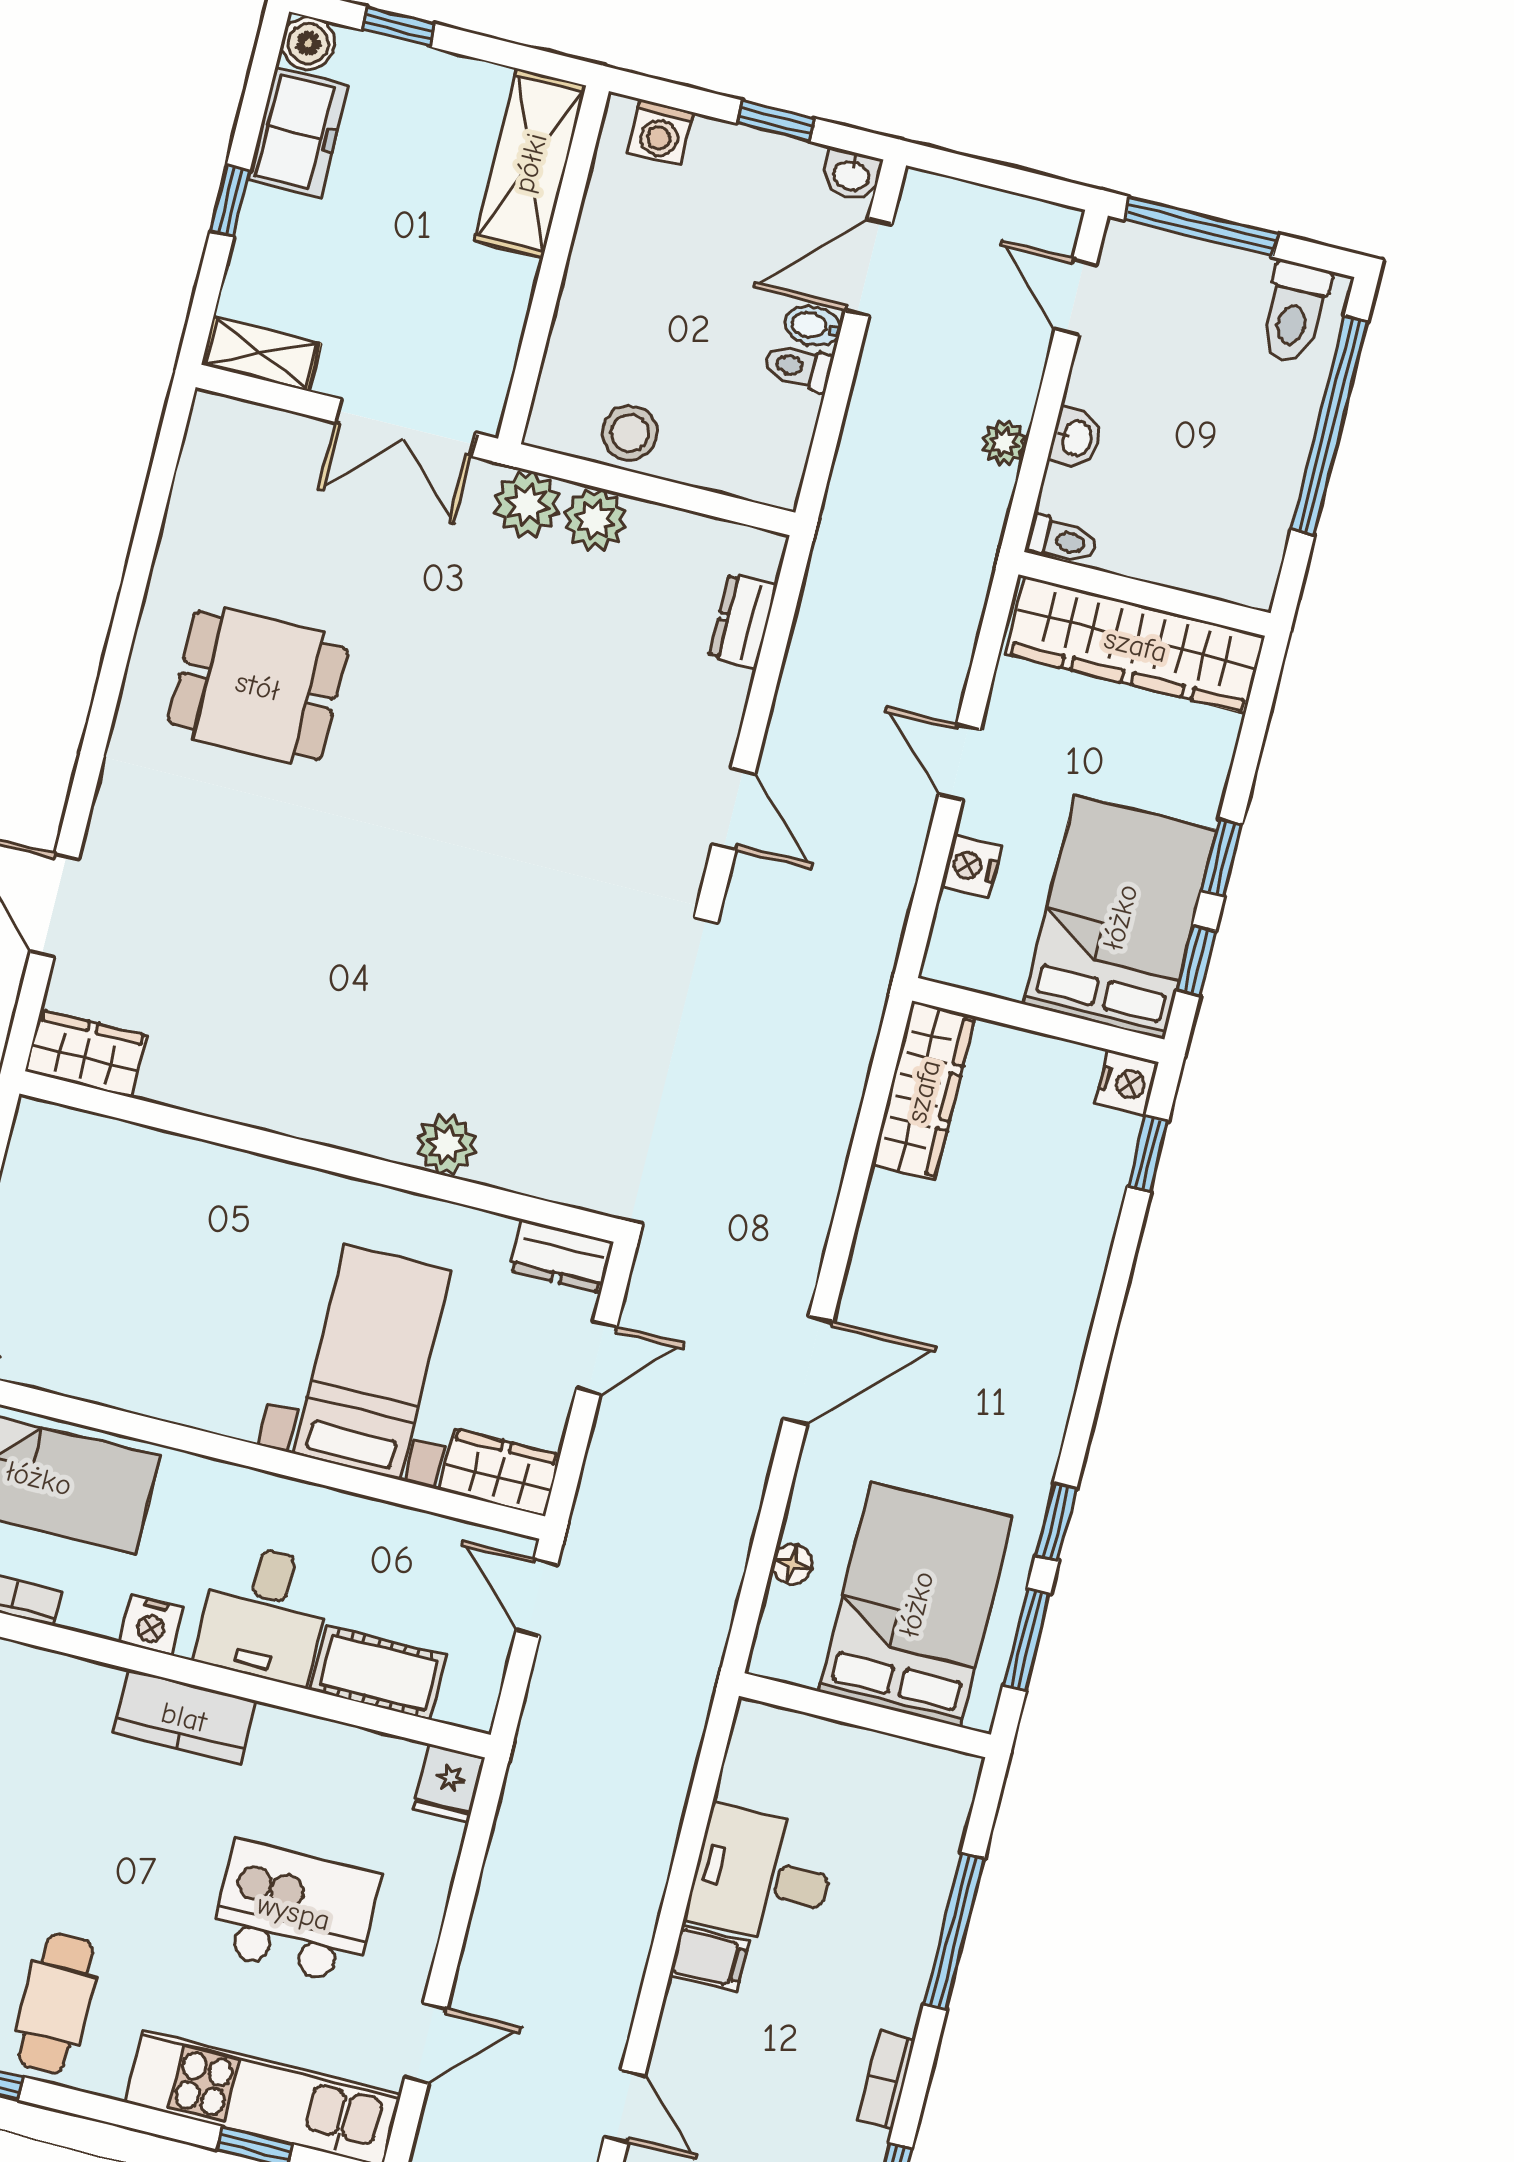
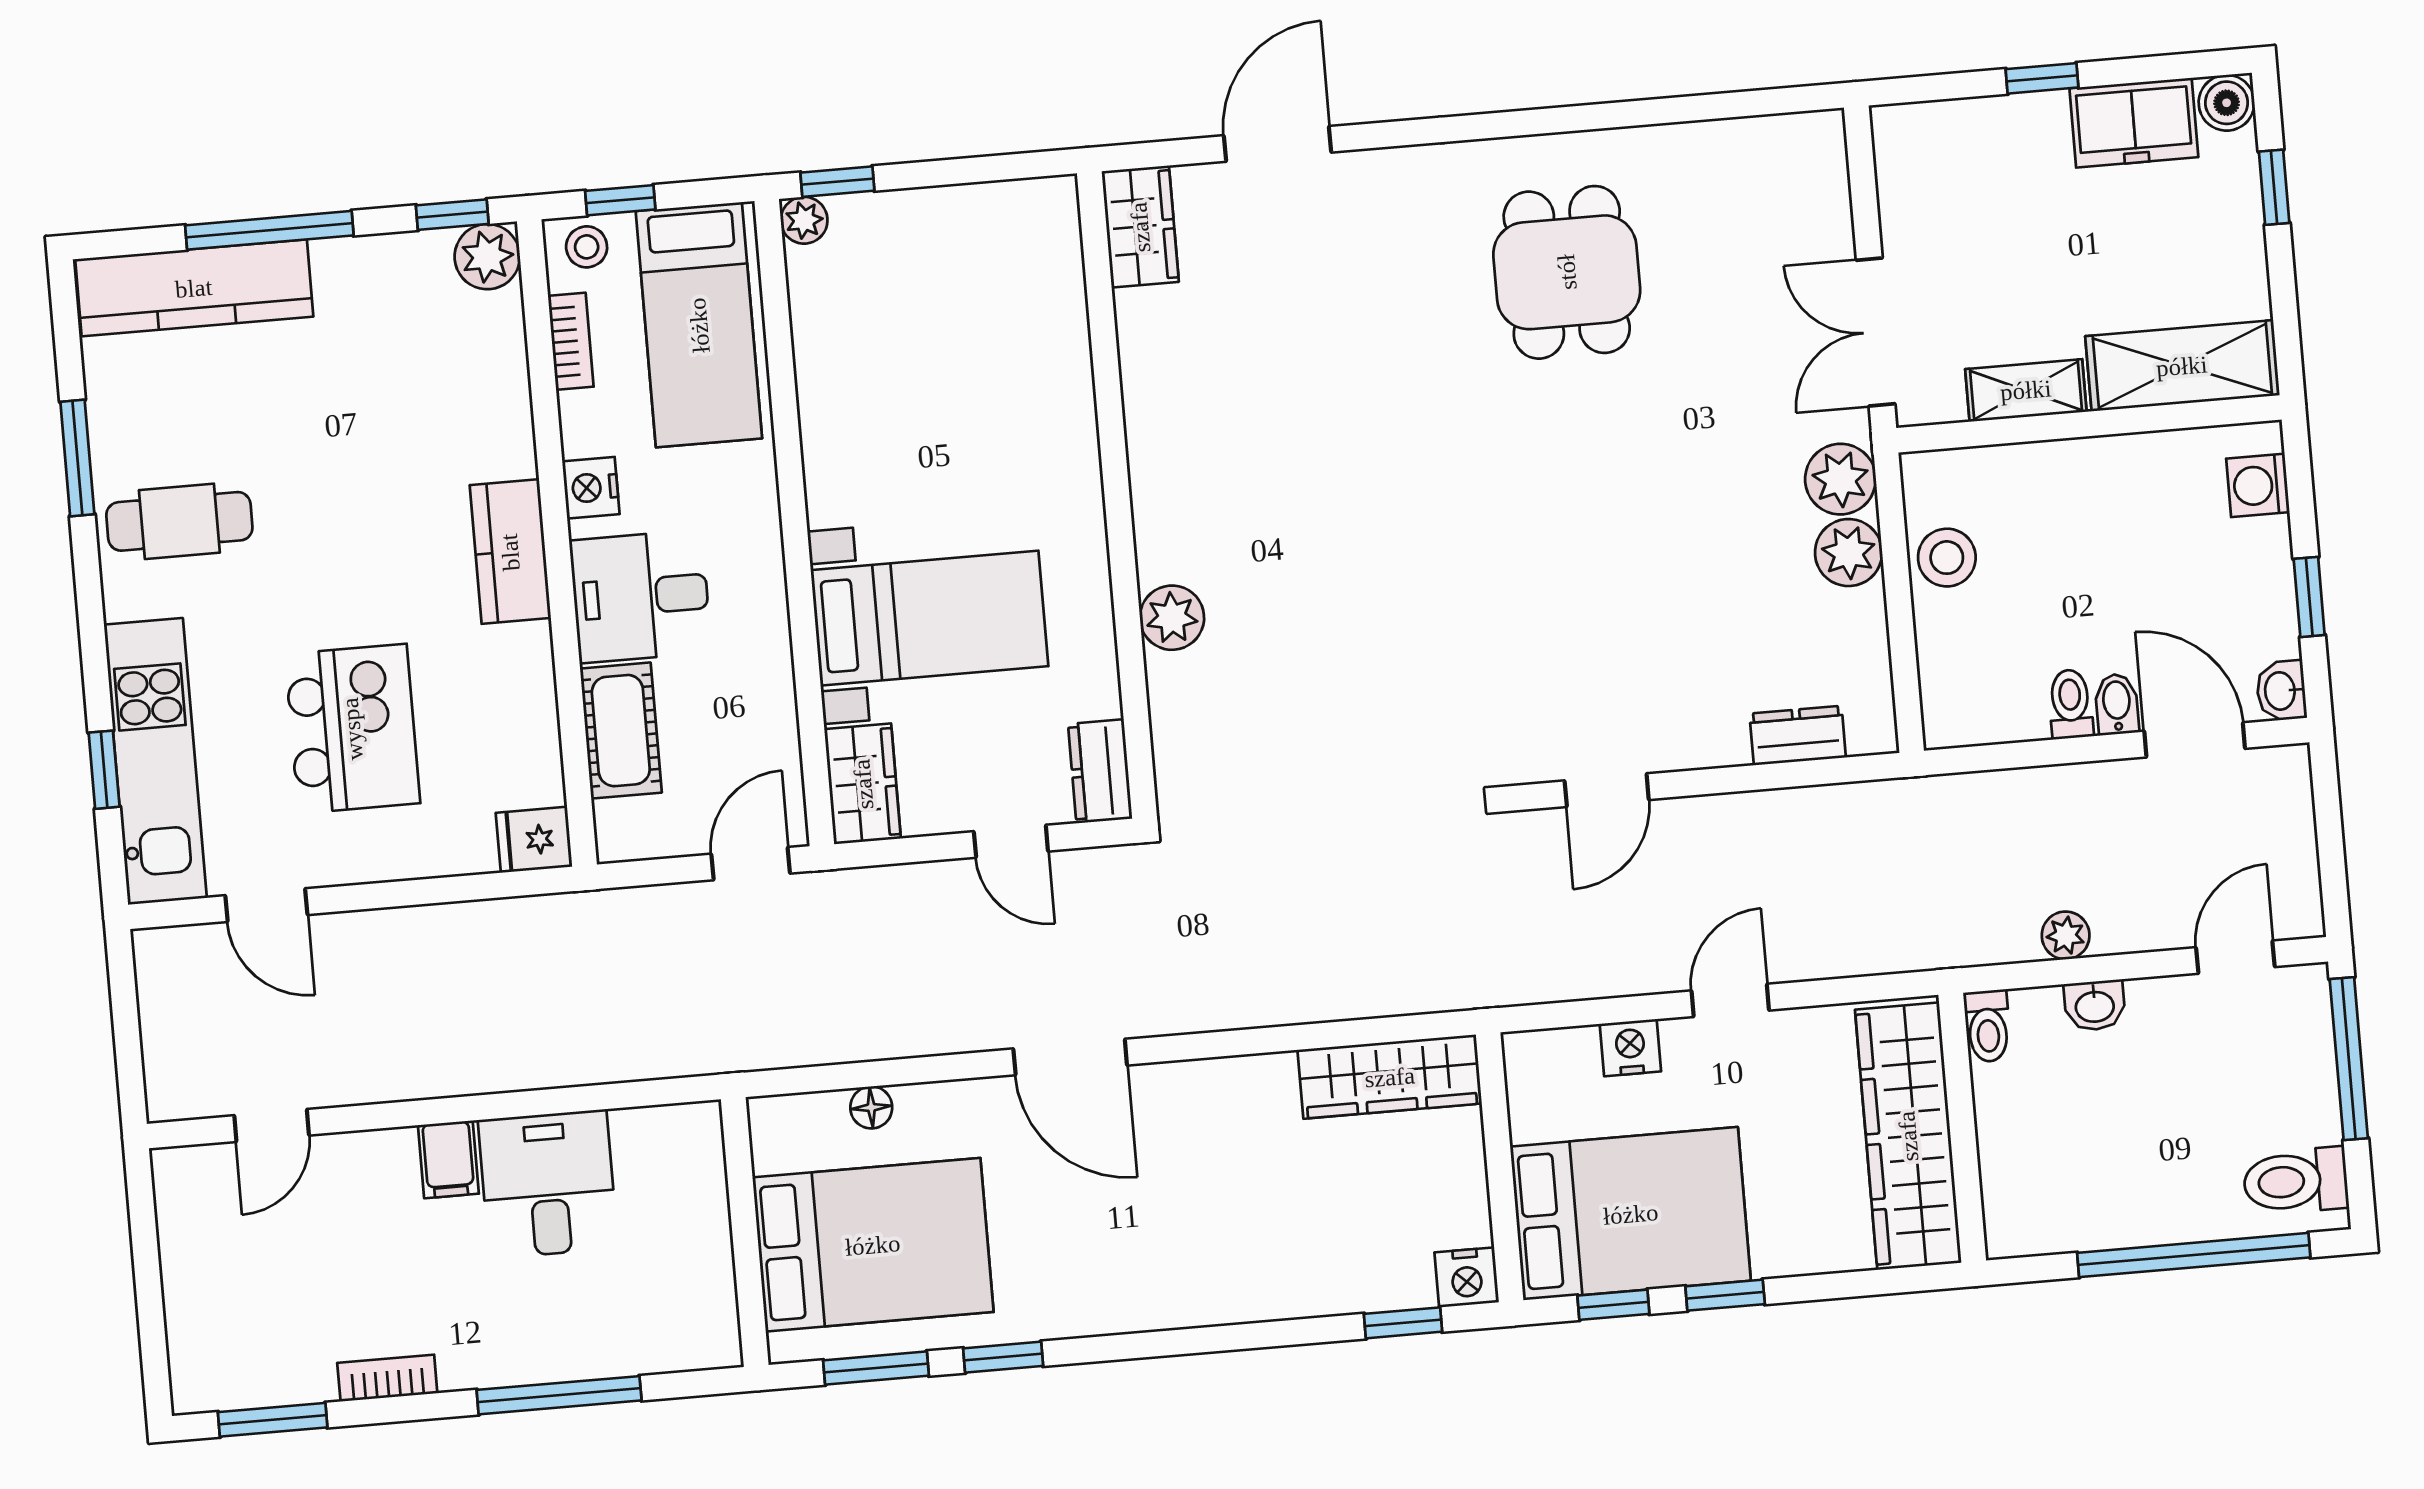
shelving: (261, 354) -> (2026, 390), moved, turned 90

